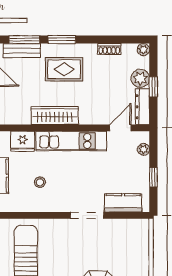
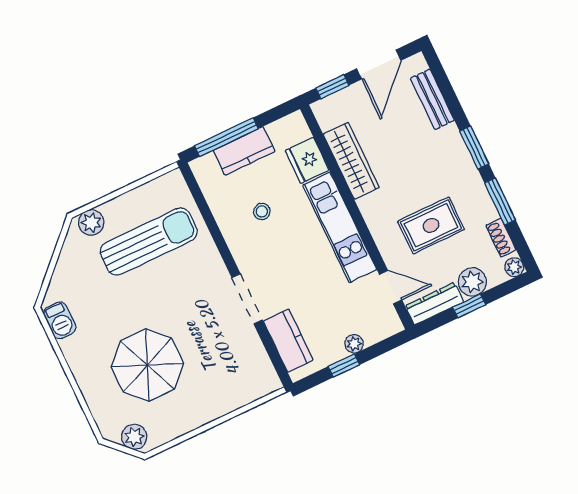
window: (24, 39) -> (500, 201), moved
shoe rack: (109, 49) -> (501, 238), moved
rug: (64, 69) -> (431, 225), moved, turned 90
wardrobe: (55, 116) -> (351, 161), moved
plant: (143, 149) -> (354, 344), moved

